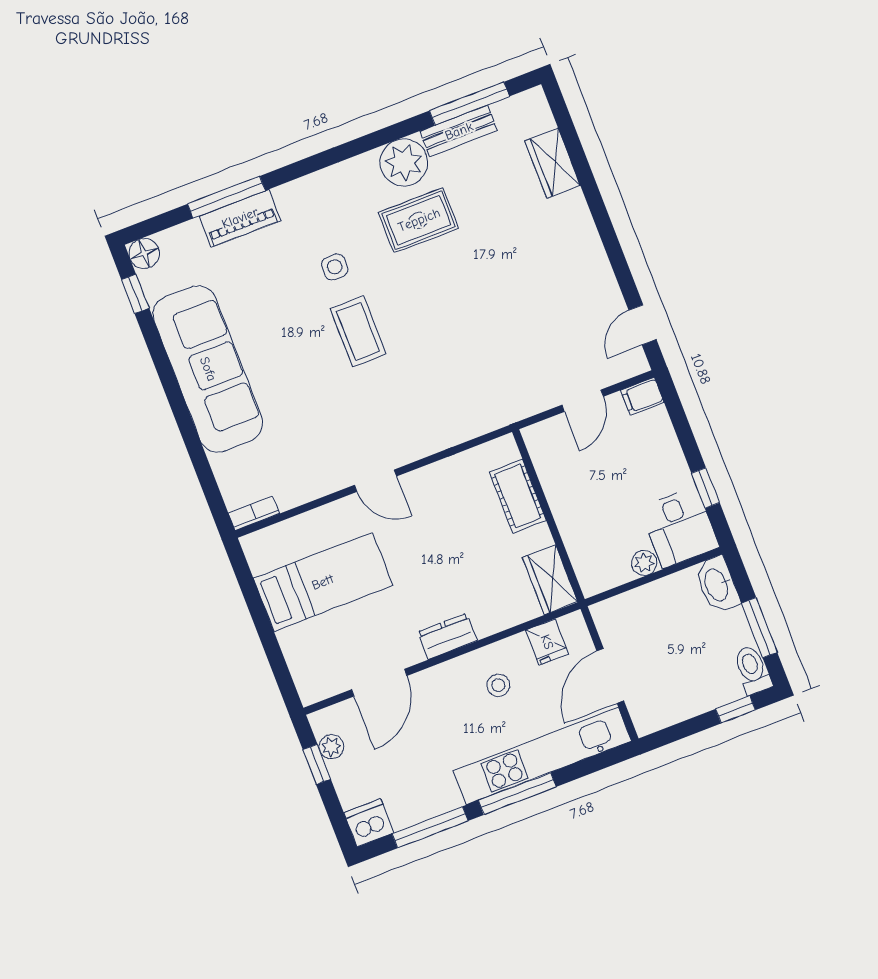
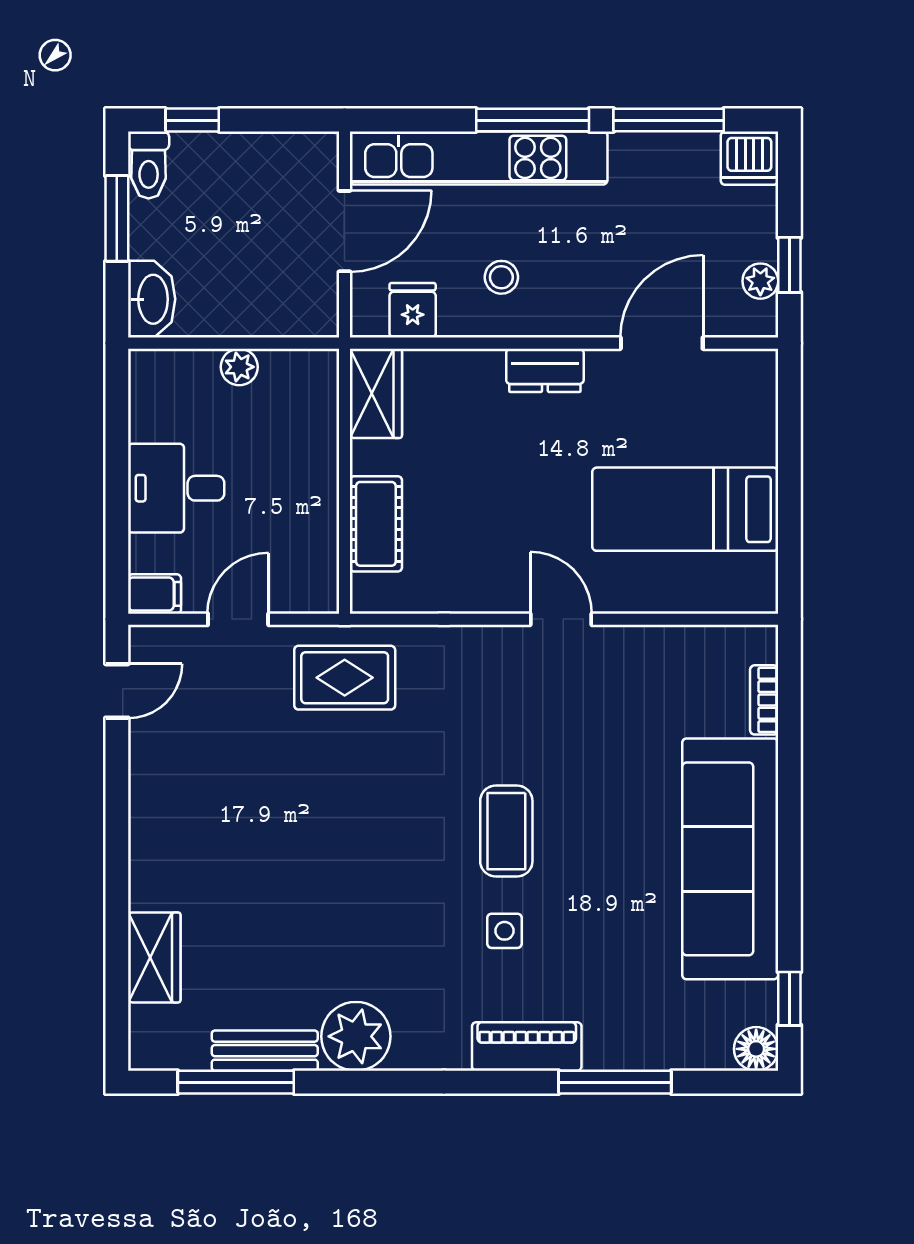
piano: (240, 218) -> (527, 1046), moved
rug: (419, 220) -> (345, 678), moved
window: (705, 488) -> (117, 436), removed
bookcase: (254, 513) -> (764, 700), moved, turned 90
desk: (680, 527) -> (176, 488), moved, turned -90

